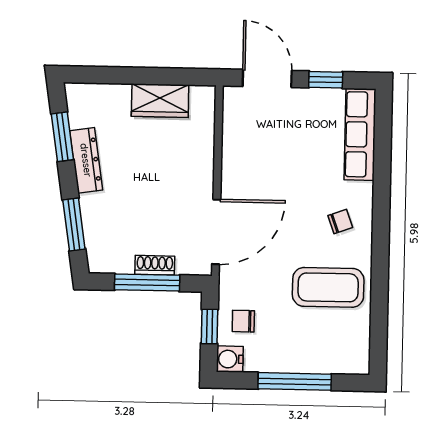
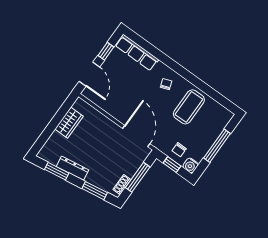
door: (267, 78) -> (89, 74), swing flipped
shoe rack: (155, 265) -> (122, 185), moved

